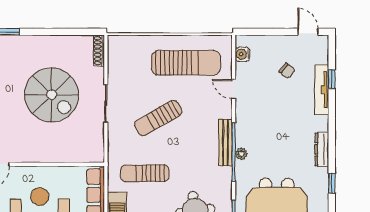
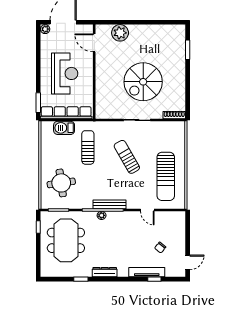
water cooler: (242, 54) -> (172, 216), removed
door: (234, 89) -> (147, 210), swing flipped

